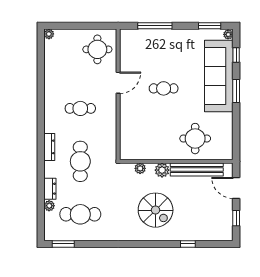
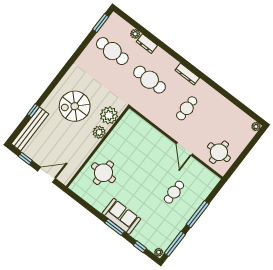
window: (155, 26) -> (198, 214), moved
window: (210, 26) -> (175, 244), width x1.44
sofa: (219, 76) -> (121, 216), width x0.54, depth x0.79
cafe table: (164, 88) -> (174, 192), moved
dresser: (49, 147) -> (187, 74), moved
plant: (140, 168) -> (109, 115), width x1.88, depth x1.88
bench: (197, 170) -> (30, 129), moved
cafe table: (80, 214) -> (112, 51), turned 90

